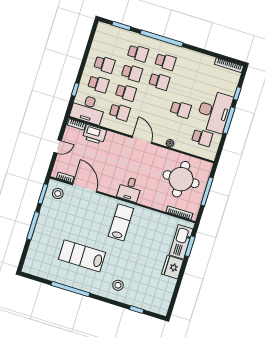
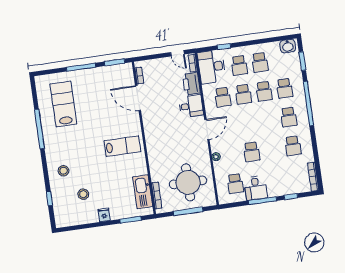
washbasin: (102, 33) -> (288, 46), added
school desk: (159, 81) -> (293, 146), moved
desk: (214, 112) -> (256, 188), width x0.53, depth x0.77
door: (58, 146) -> (177, 53), moved
door: (85, 188) -> (138, 98), swing flipped
desk: (130, 189) -> (191, 106), moved, turned 180
stool: (58, 194) -> (83, 194), moved
kitchen sink: (181, 242) -> (143, 192), moved, turned -90
lab bench: (82, 256) -> (63, 104), moved
fridge: (172, 267) -> (104, 215), width x0.53, depth x0.75

